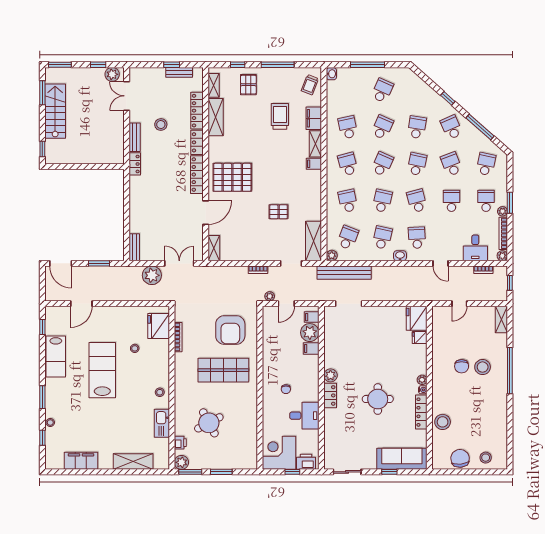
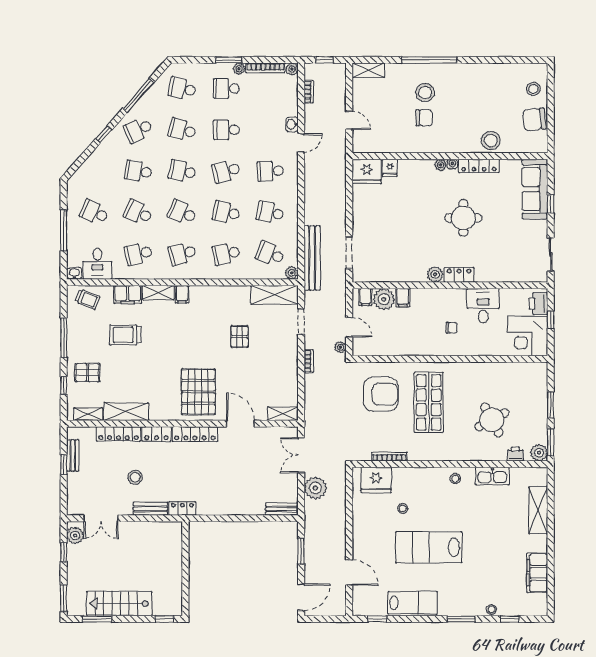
school desk: (451, 164) -> (182, 130), turned 36
desk: (475, 248) -> (97, 264), moved, turned 90
washbasin: (400, 256) -> (292, 124), moved

